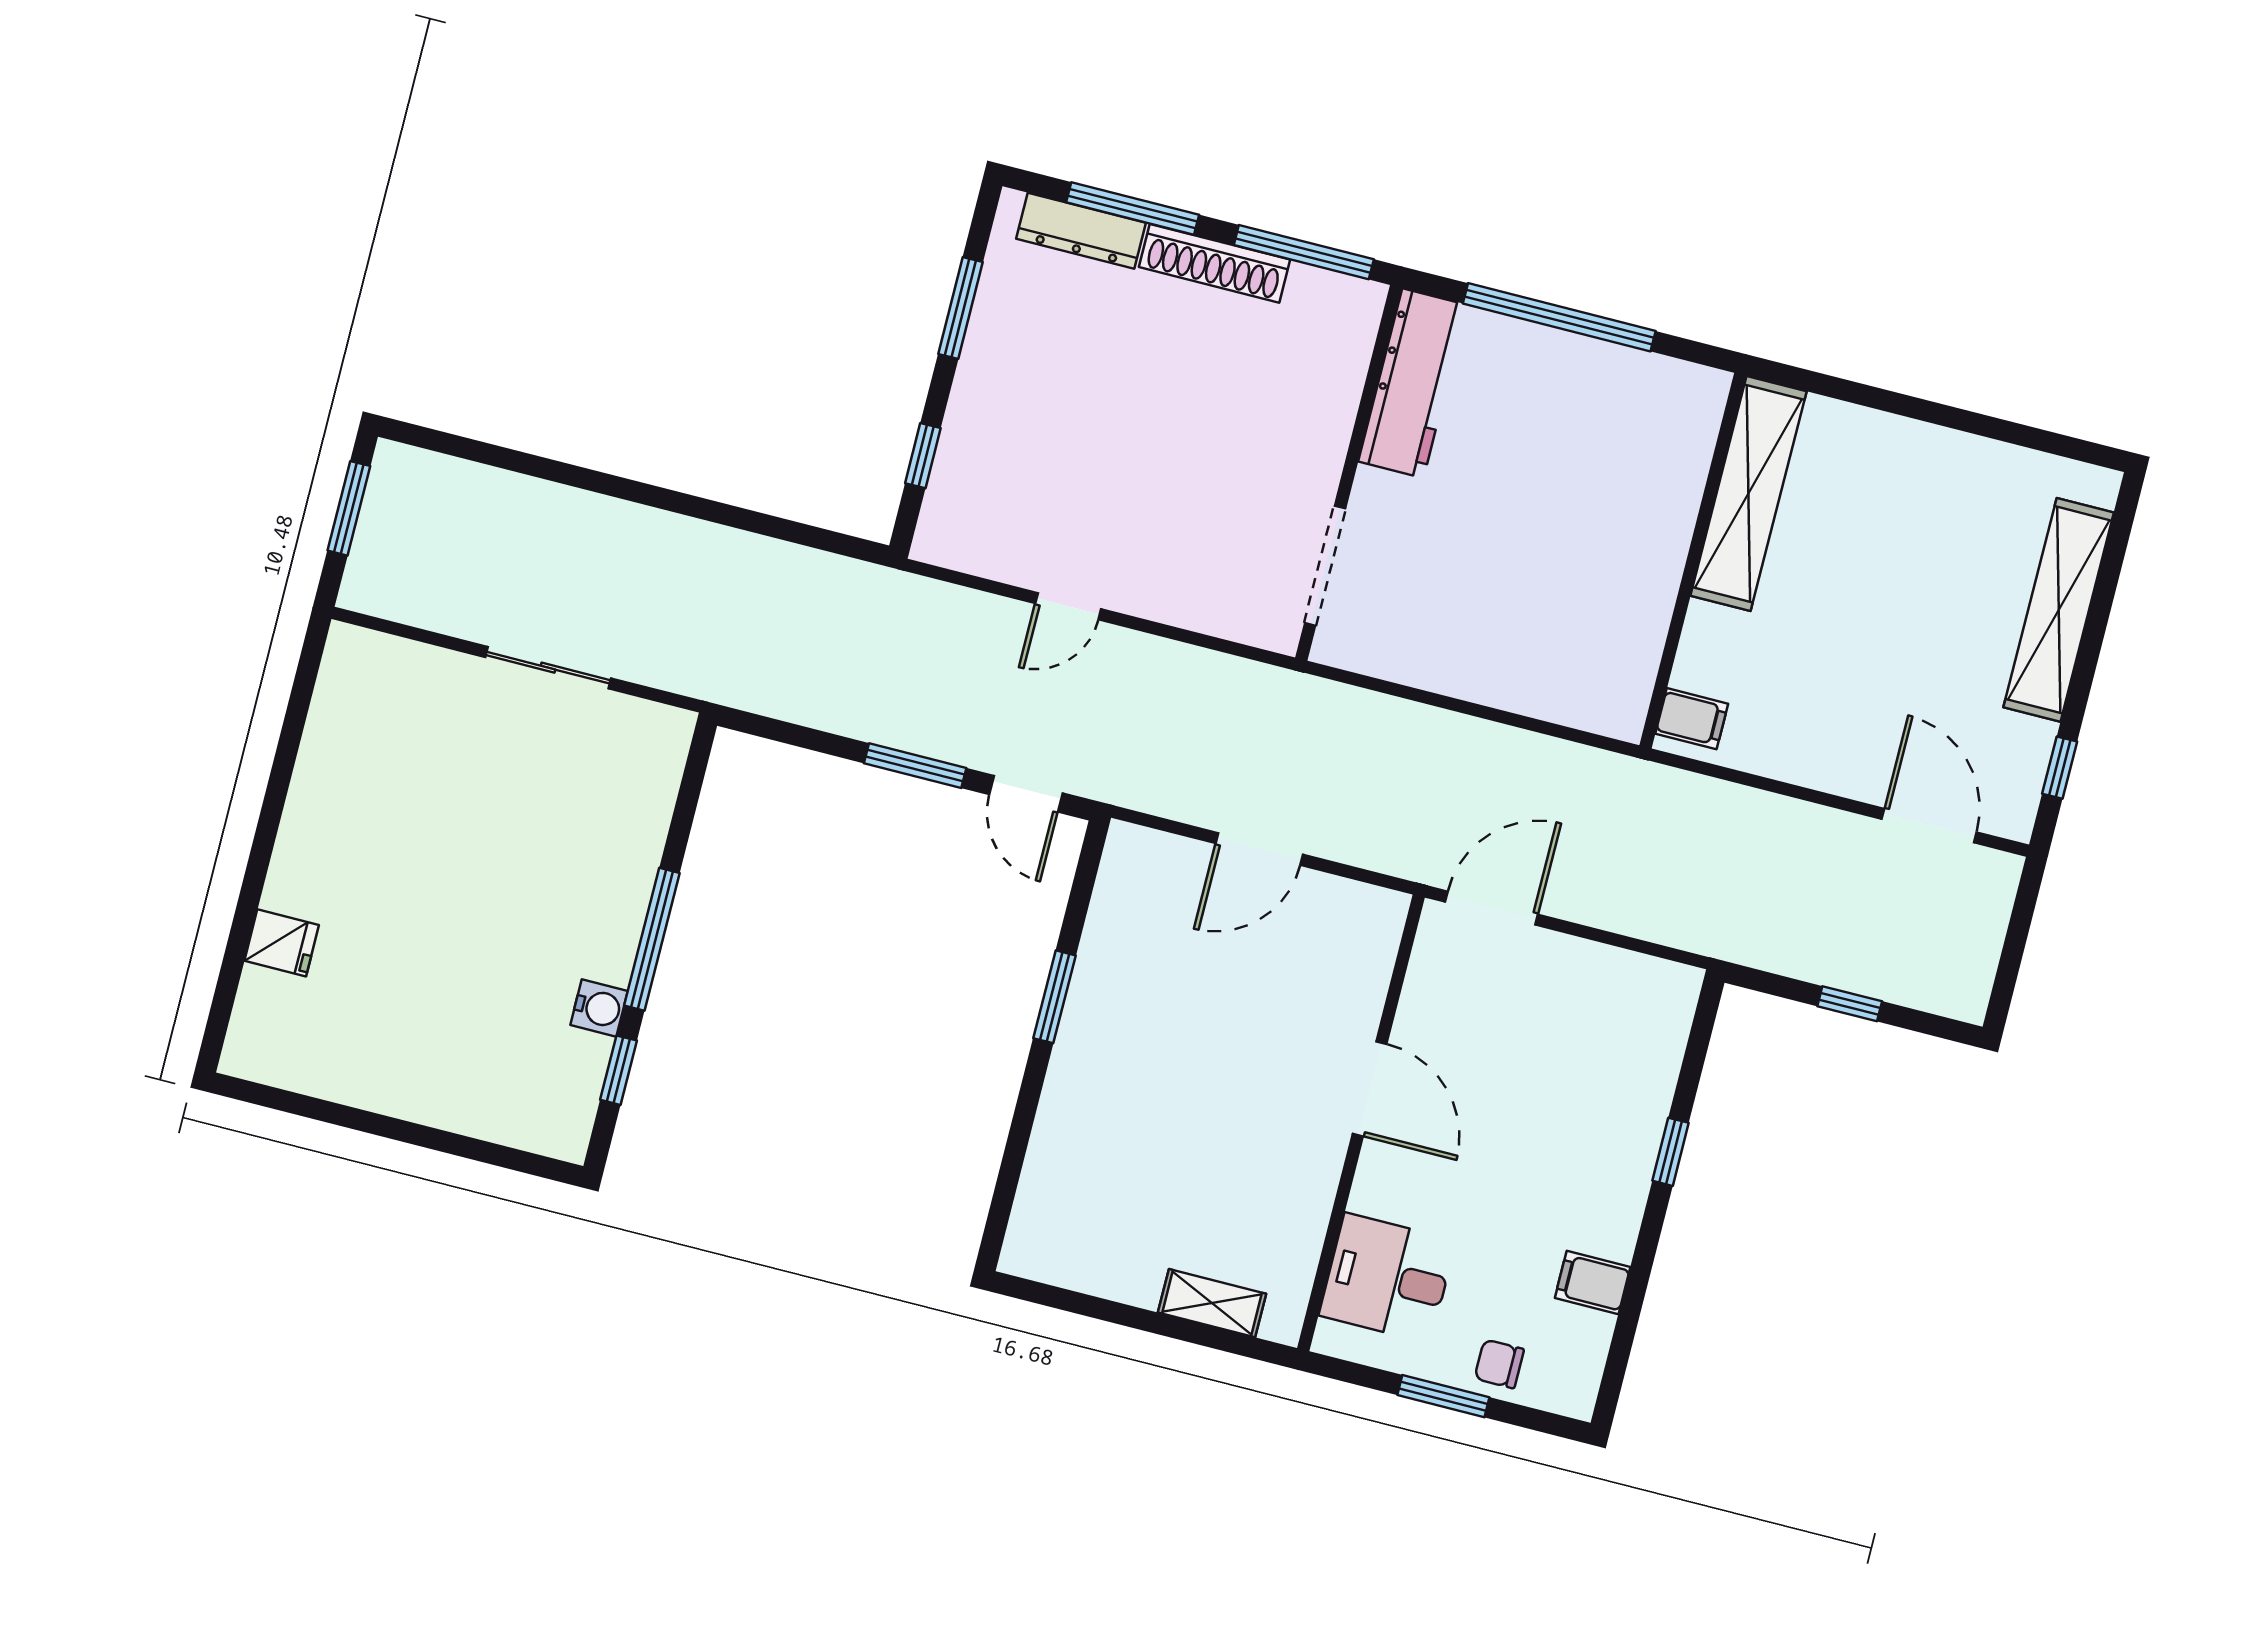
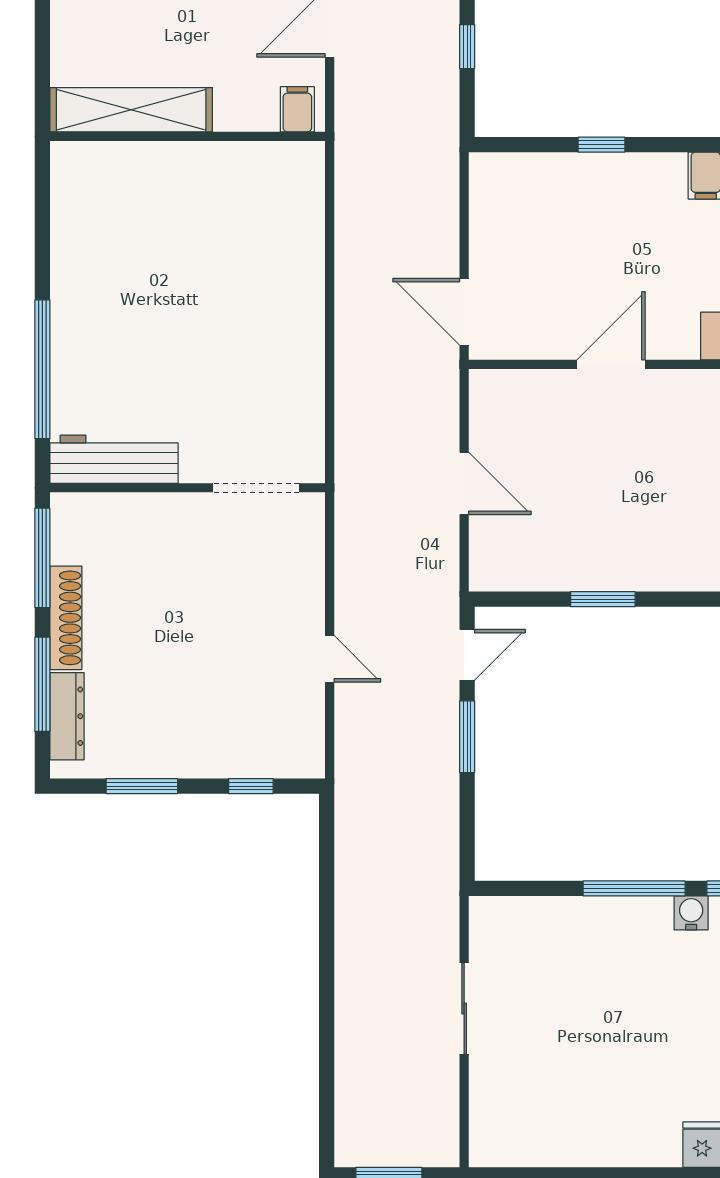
shelving: (1748, 493) -> (131, 110), moved
wall: (1693, 561) -> (187, 136), moved
filing cabinet: (1692, 719) -> (297, 109), moved

